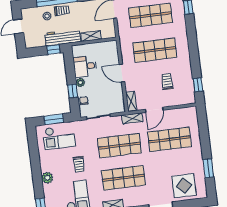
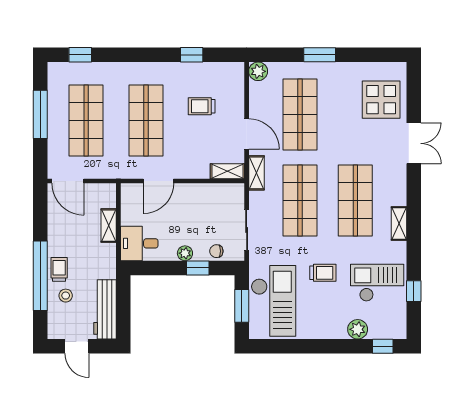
workbench: (63, 37) -> (105, 309), moved
window: (53, 49) -> (123, 292), removed
desk: (85, 66) -> (139, 243), moved, turned 90
door: (122, 73) -> (158, 181), moved
window: (198, 85) -> (192, 55), moved
plant: (192, 112) -> (258, 71), added
checkout: (59, 137) -> (273, 301), width x1.36, depth x1.21
window: (208, 168) -> (320, 55), moved
plant: (47, 178) -> (358, 329), moved

